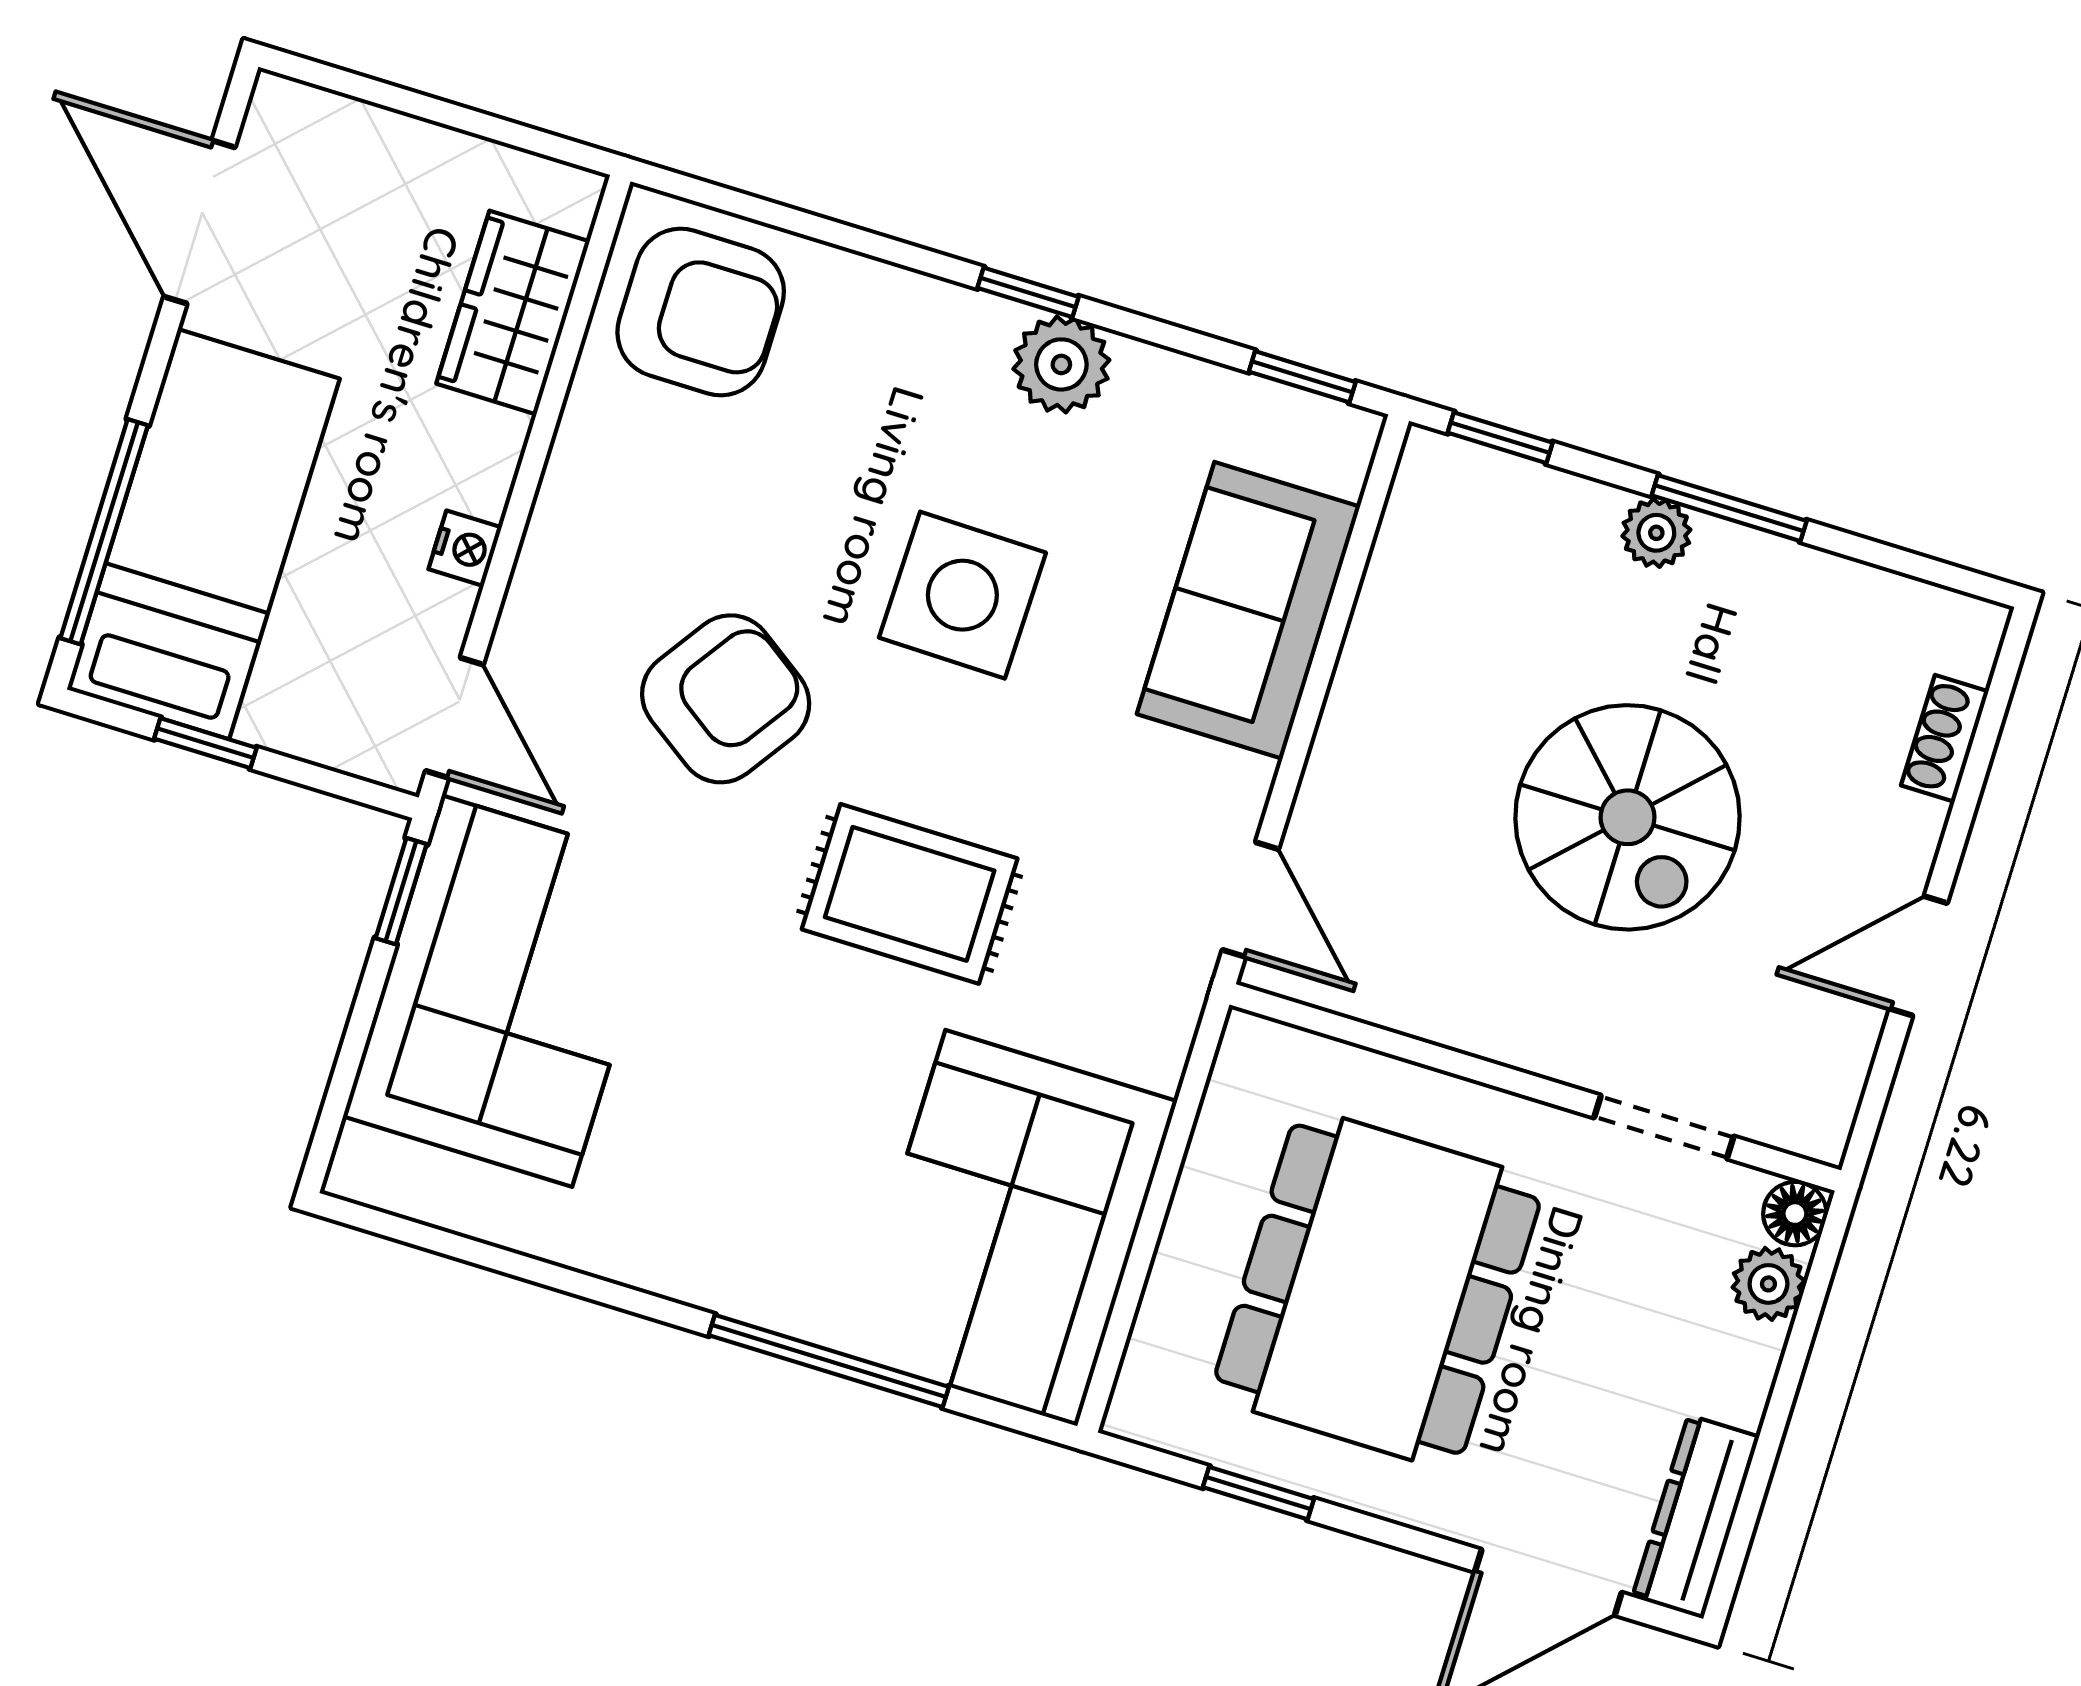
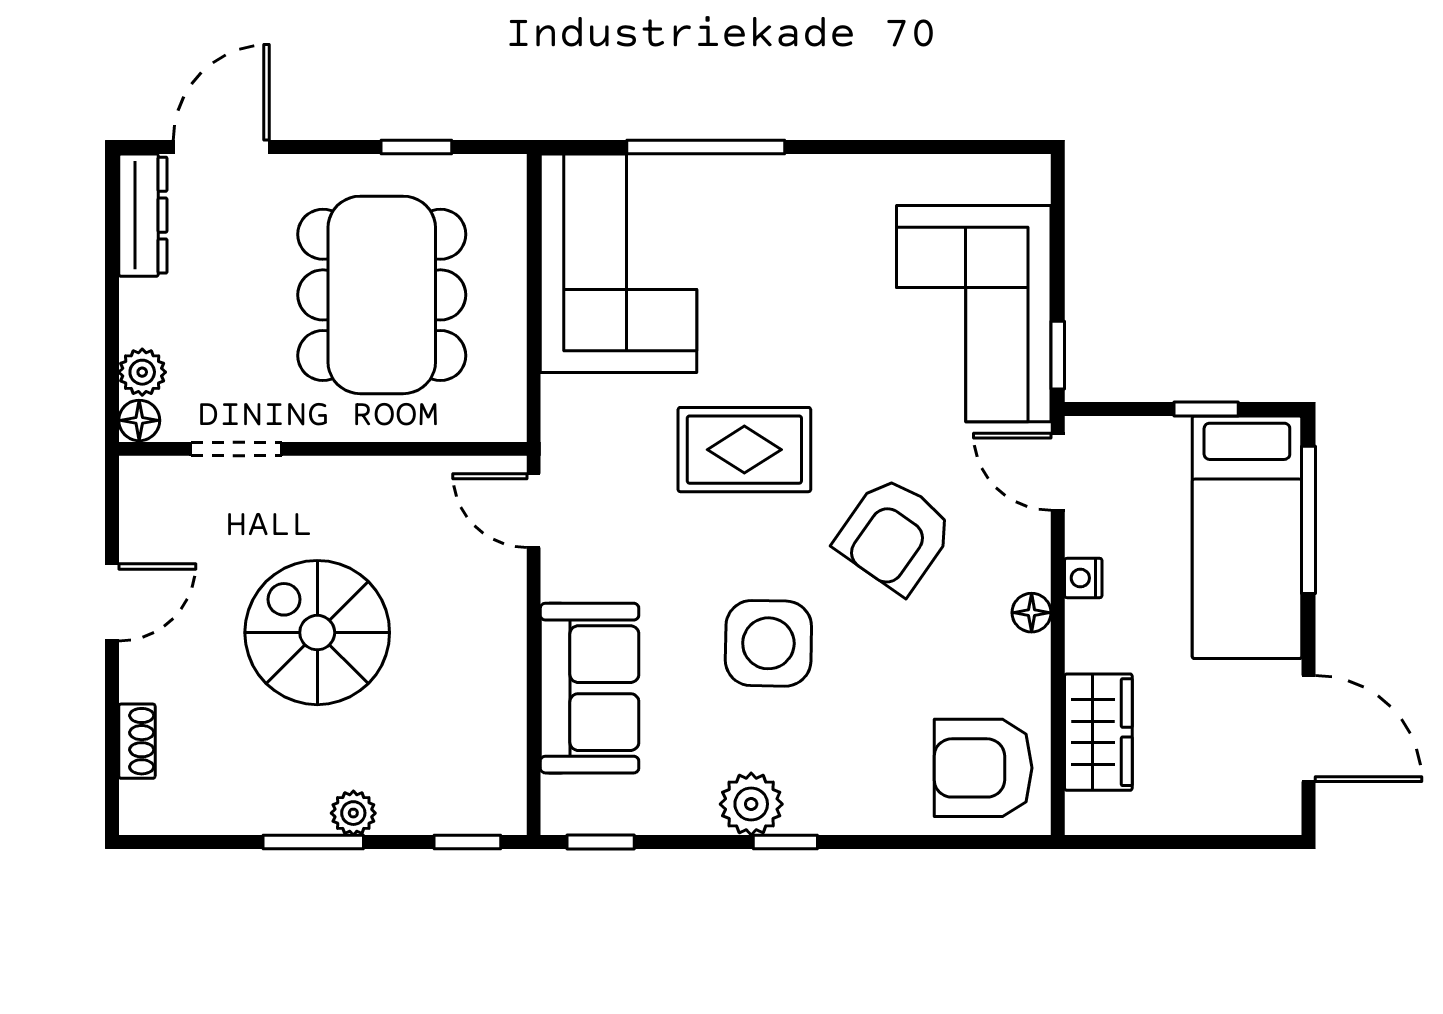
floor lamp: (558, 521) -> (1032, 613), added

